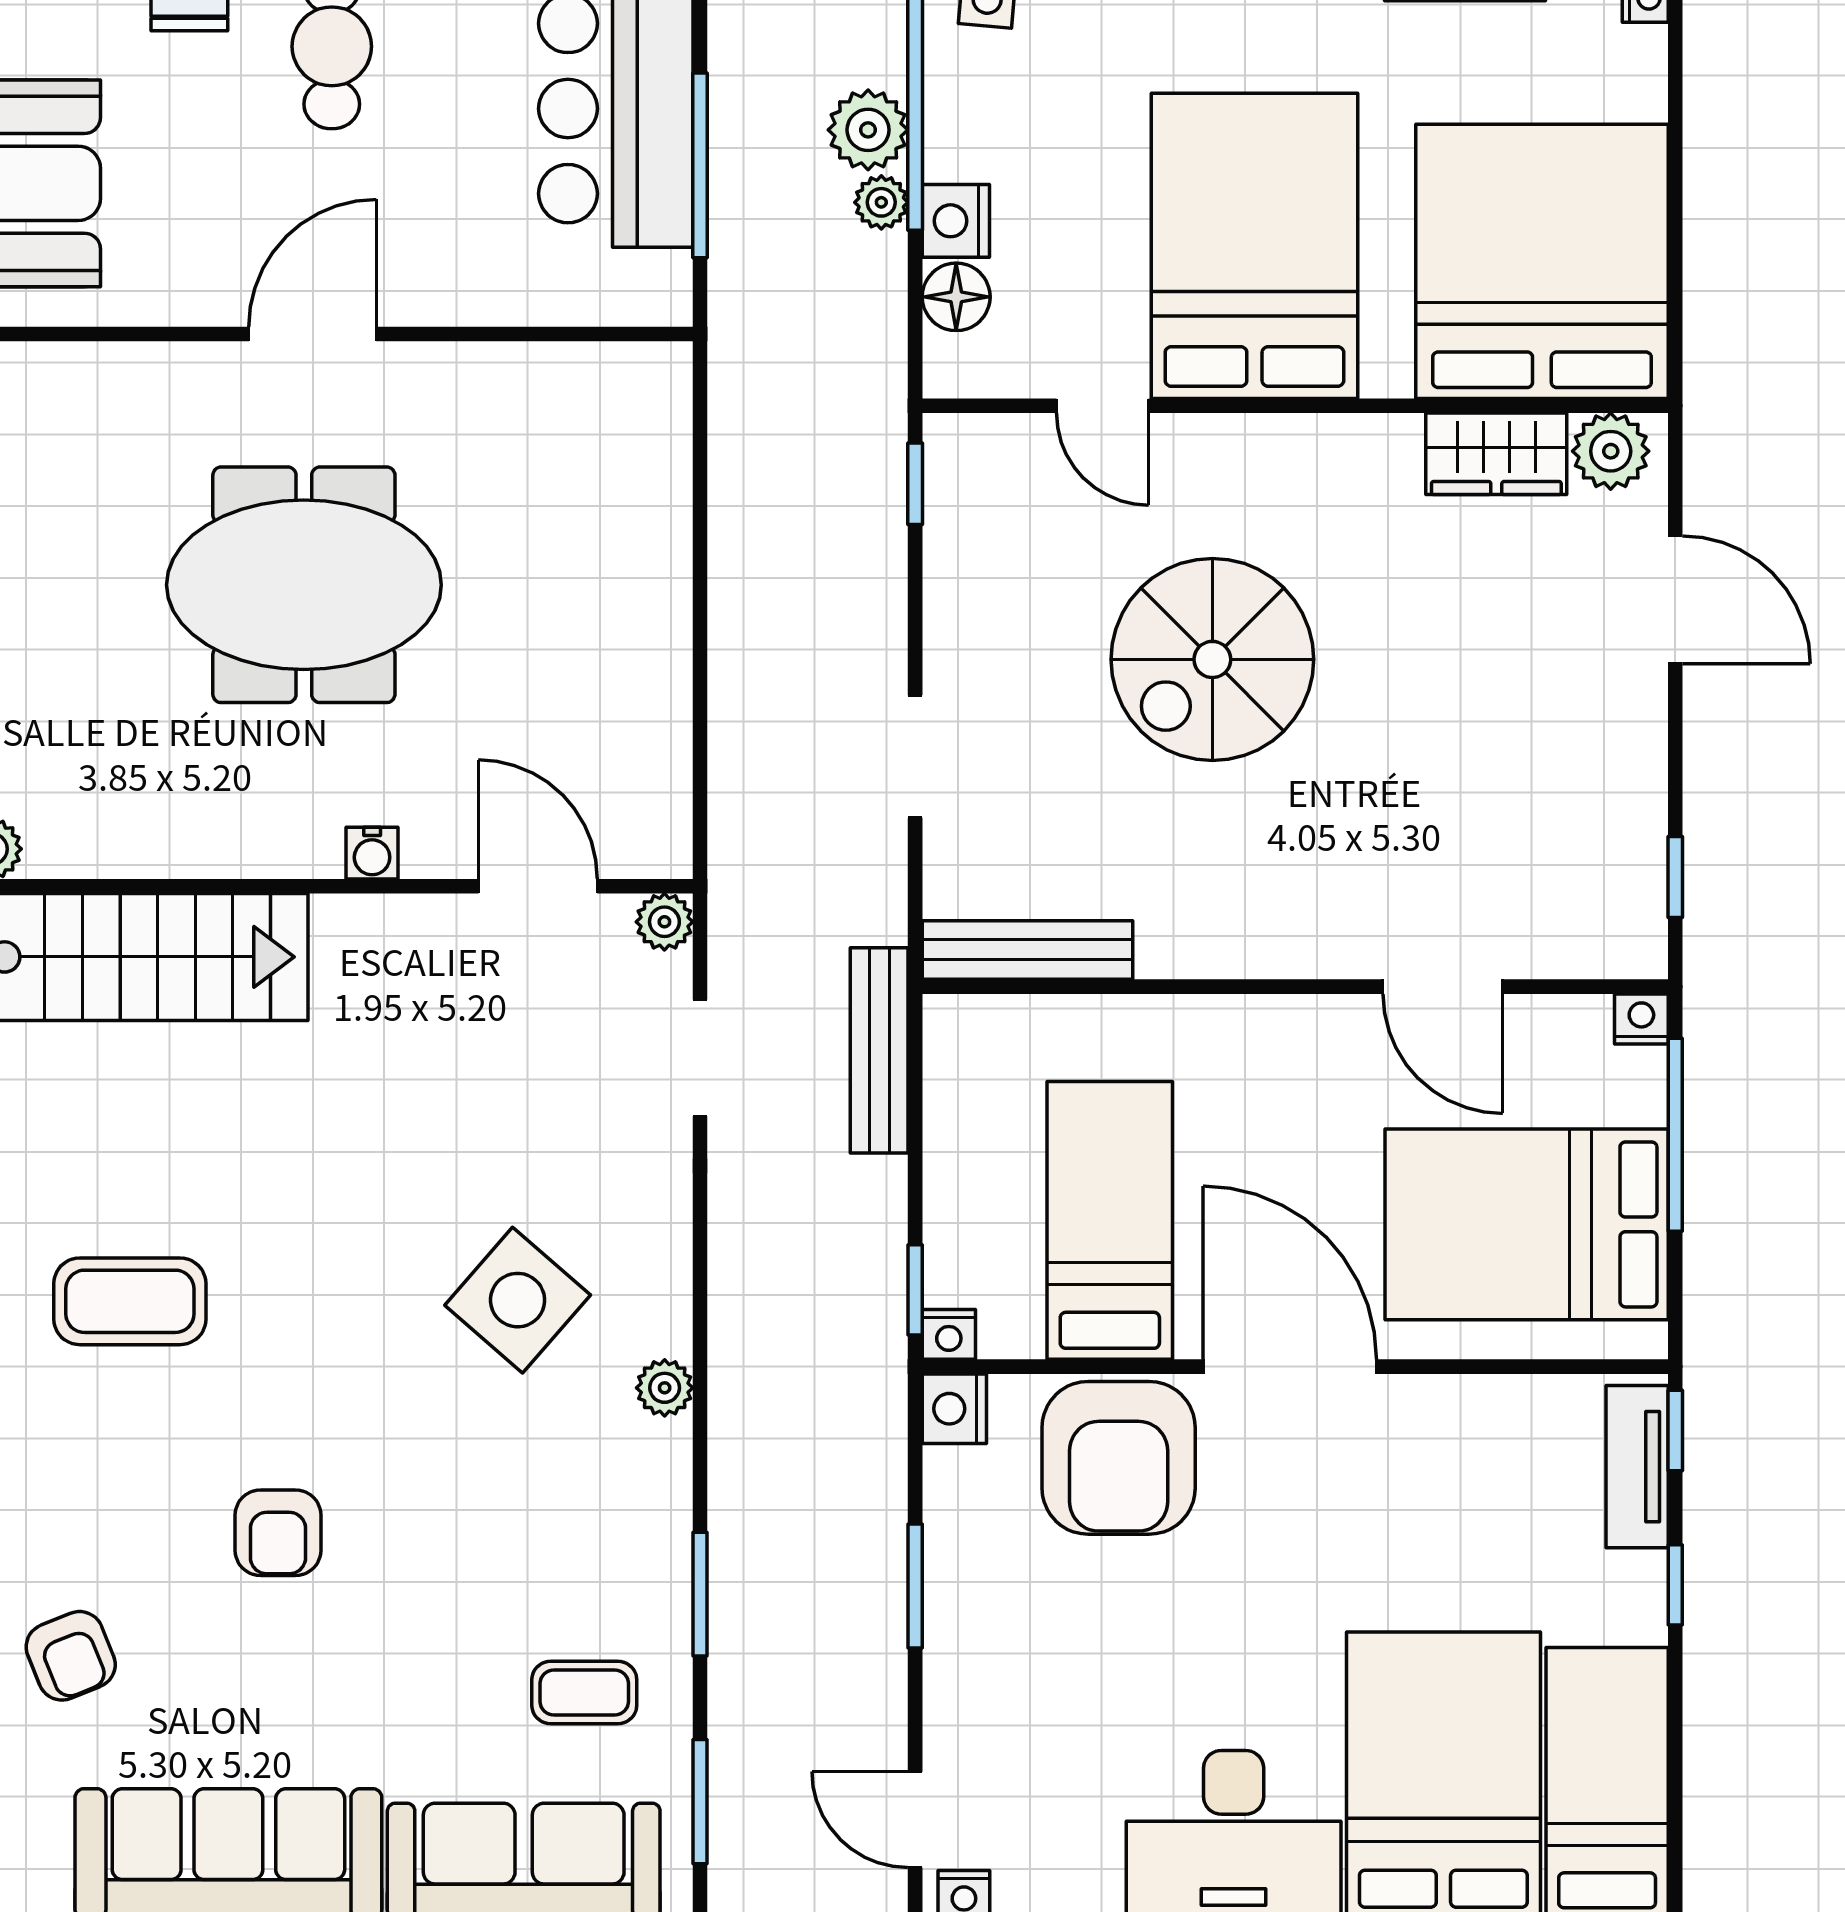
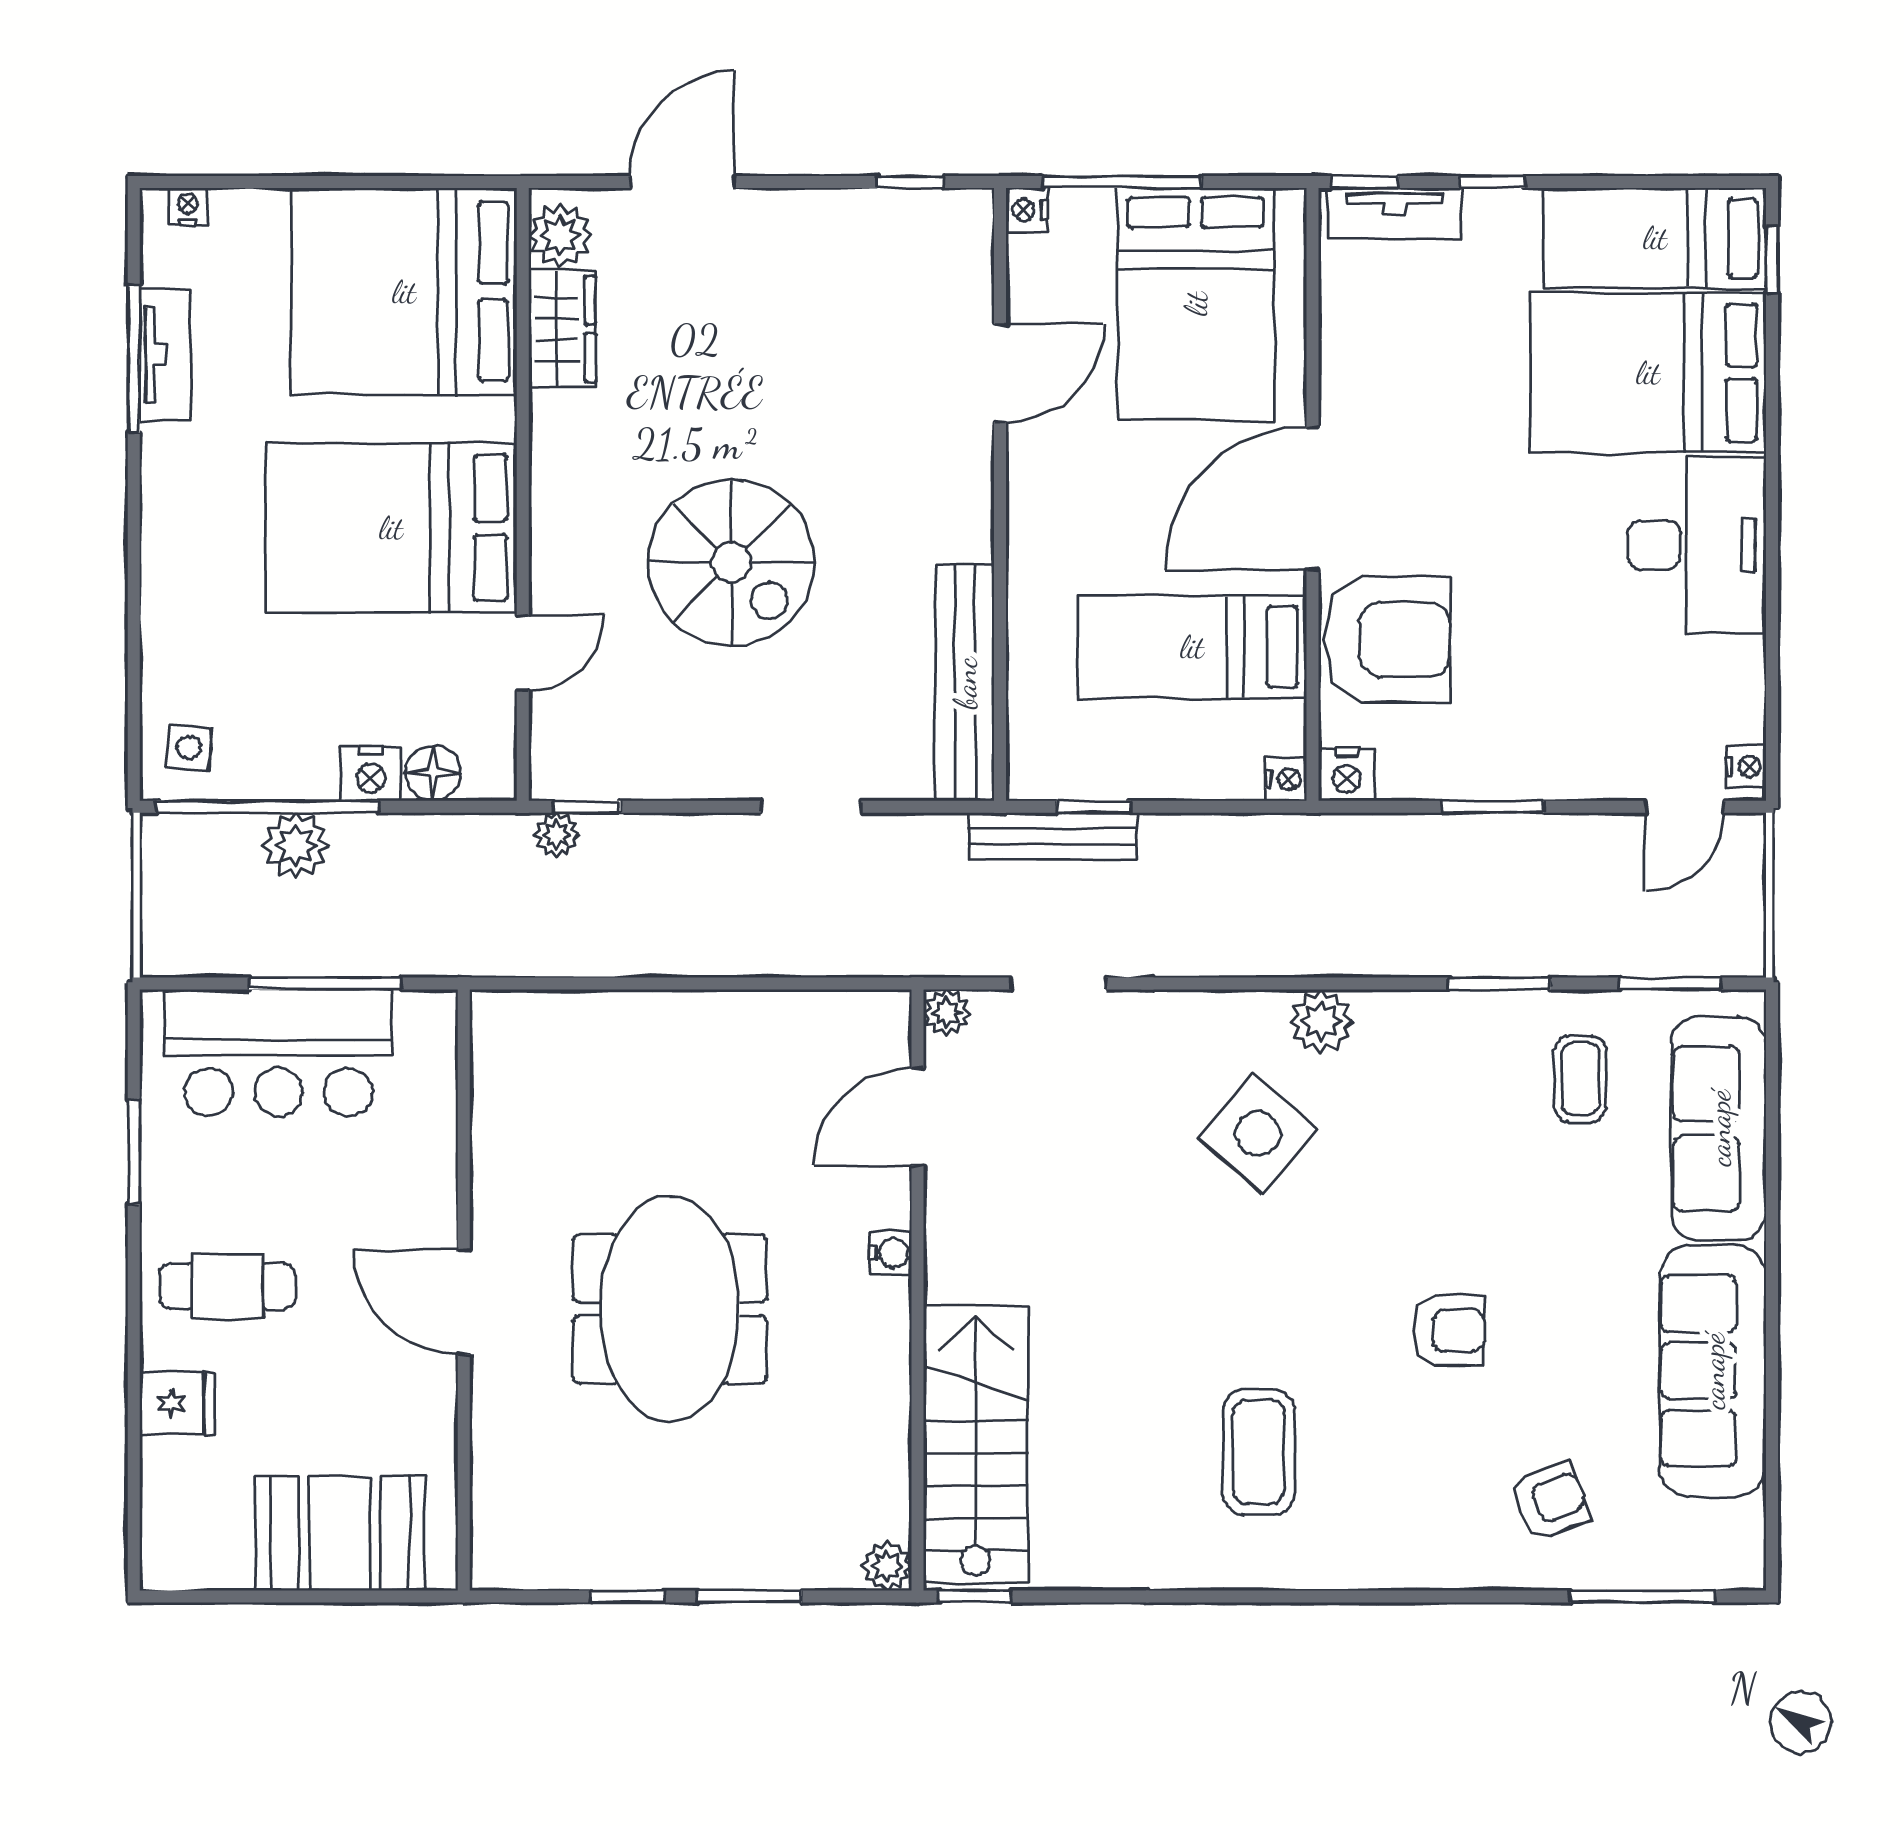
plant: (881, 202) -> (557, 835), moved
bench: (1027, 950) -> (965, 683), width x1.37, depth x1.21
window: (915, 1290) -> (1094, 807), moved
plant: (665, 1388) -> (1321, 1021), width x1.38, depth x1.38

